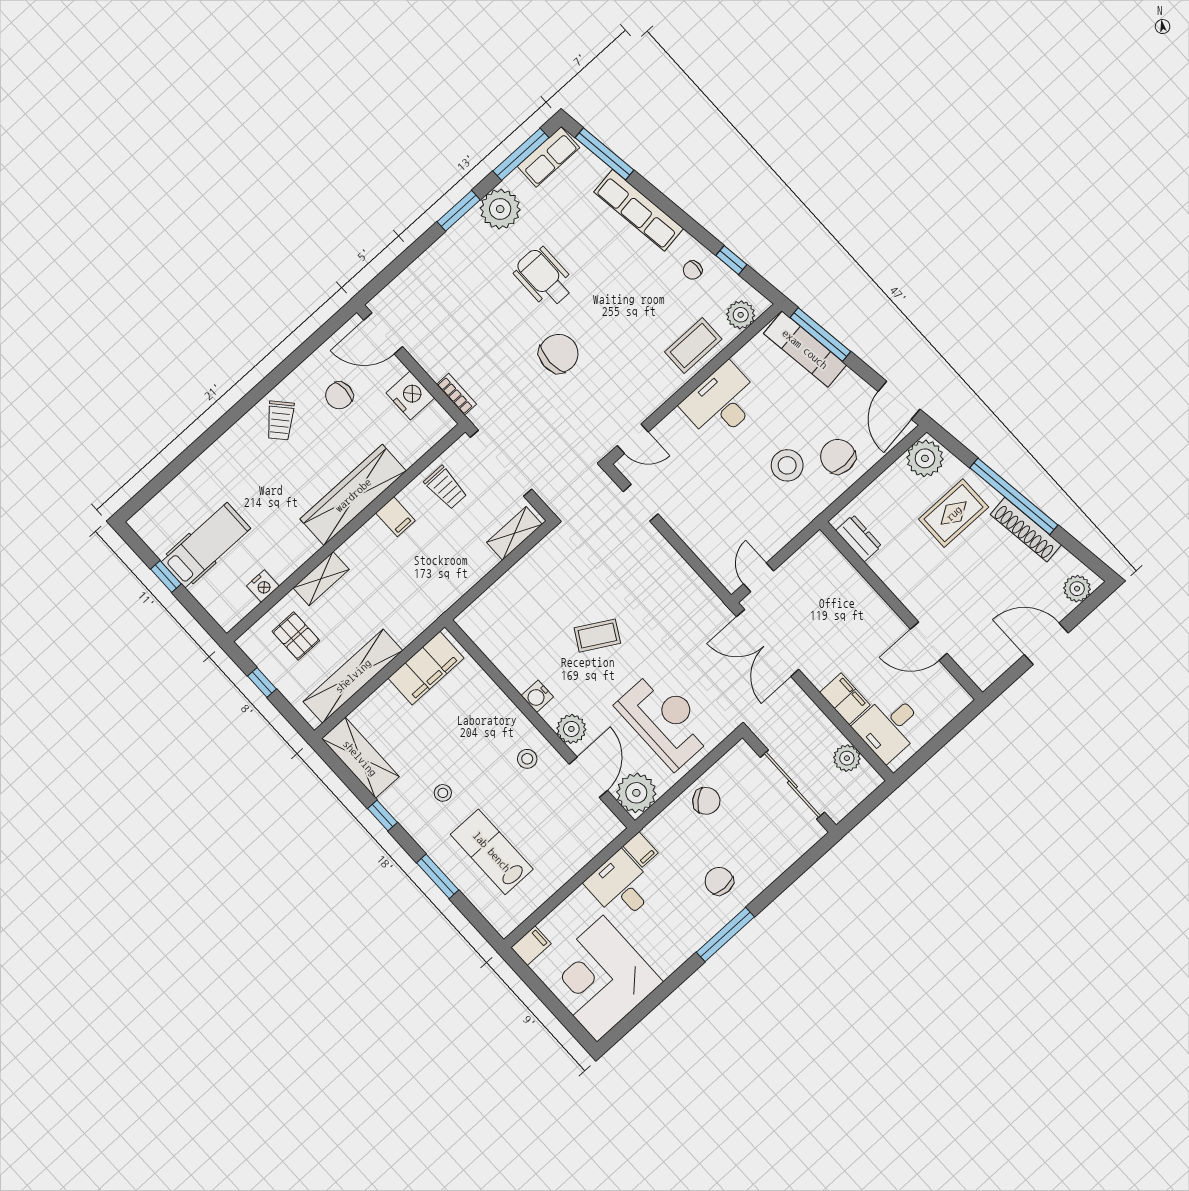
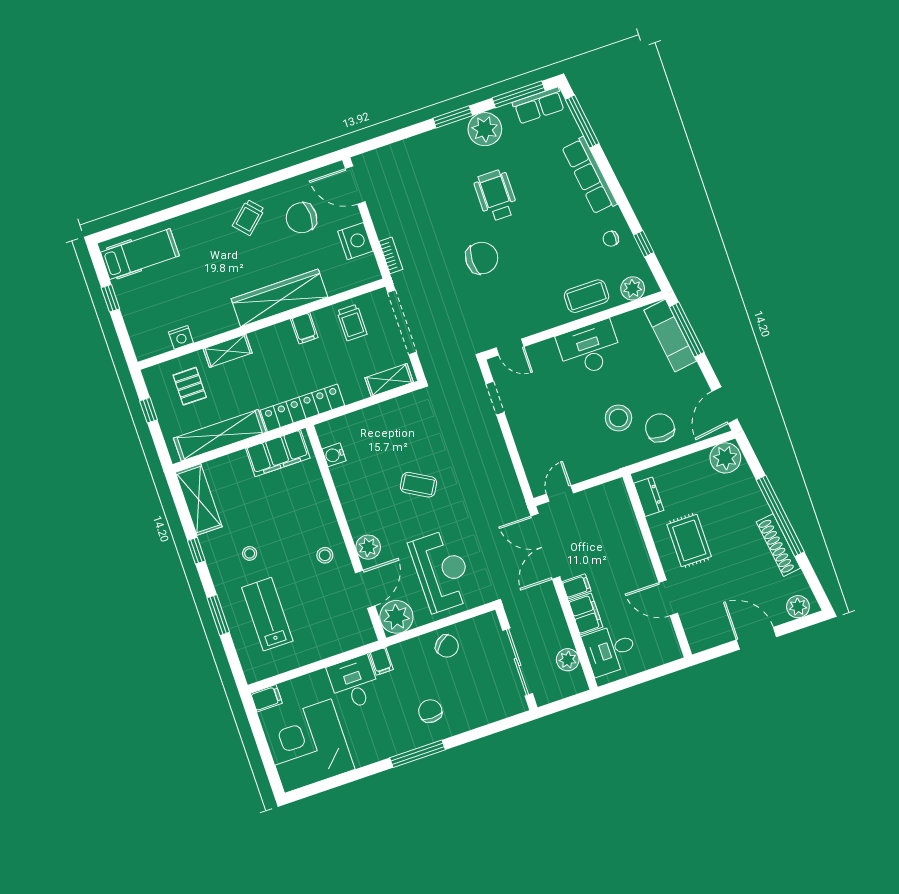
chair: (339, 395) -> (301, 218), width x1.37, depth x1.37
rug: (954, 513) -> (689, 541), moved, turned 90
hospital bed: (206, 545) -> (140, 254), moved
locker: (432, 606) -> (302, 408), added
filing cabinet: (822, 673) -> (576, 586), added
water cooler: (537, 696) -> (334, 455), moved

